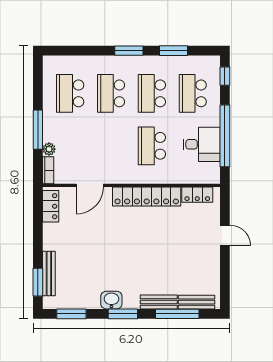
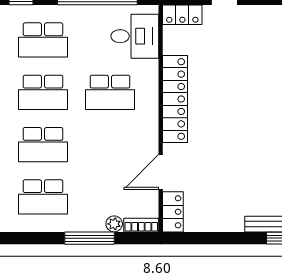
desk: (202, 144) -> (135, 36), moved, turned 90
door: (90, 185) -> (161, 172), swing flipped
locker: (197, 195) -> (182, 15), moved, turned 90
locker: (51, 206) -> (173, 212), moved, turned 90

